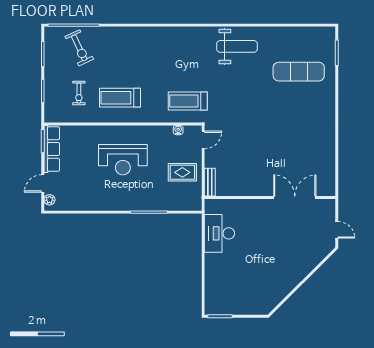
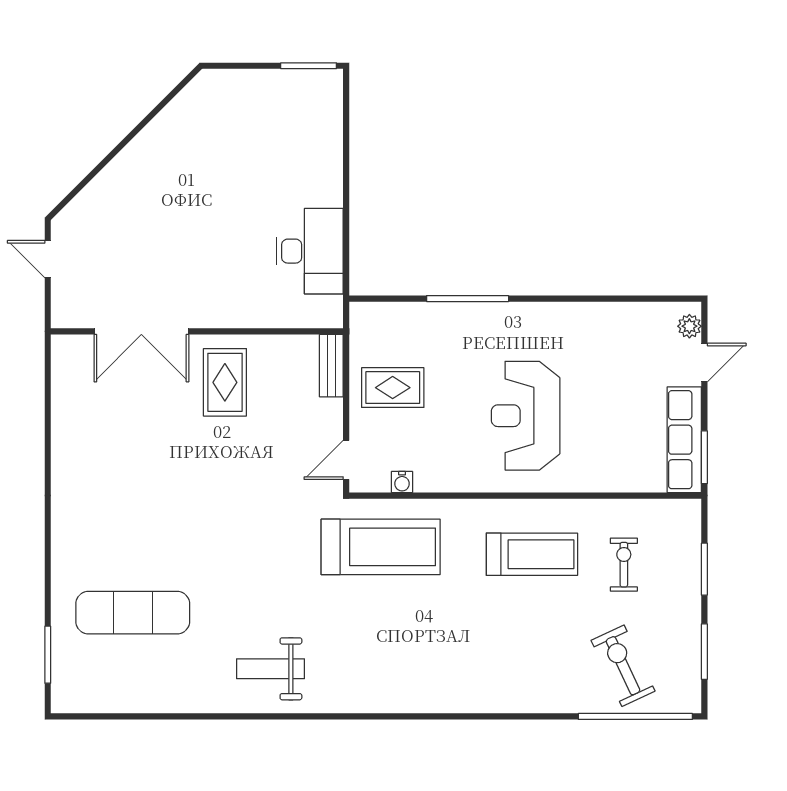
weight bench: (237, 46) -> (271, 669), width x0.73, depth x0.75
treadmill: (188, 101) -> (381, 547), width x1.37, depth x1.38
reception desk: (123, 160) -> (526, 416), turned -90
rug: (257, 175) -> (225, 382), added

